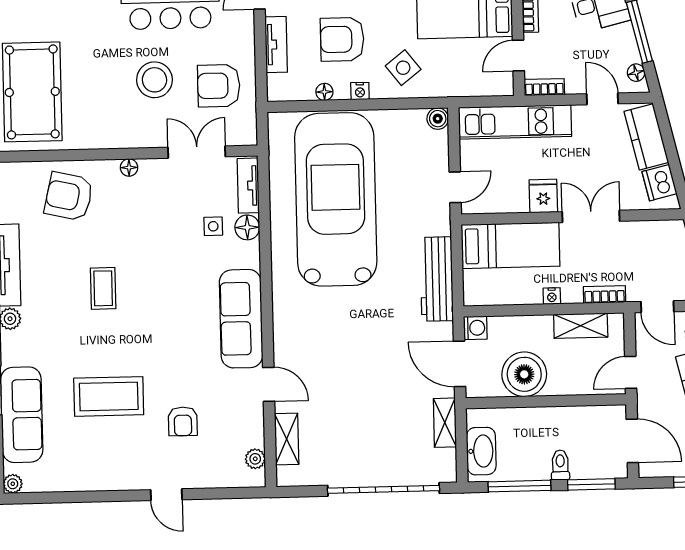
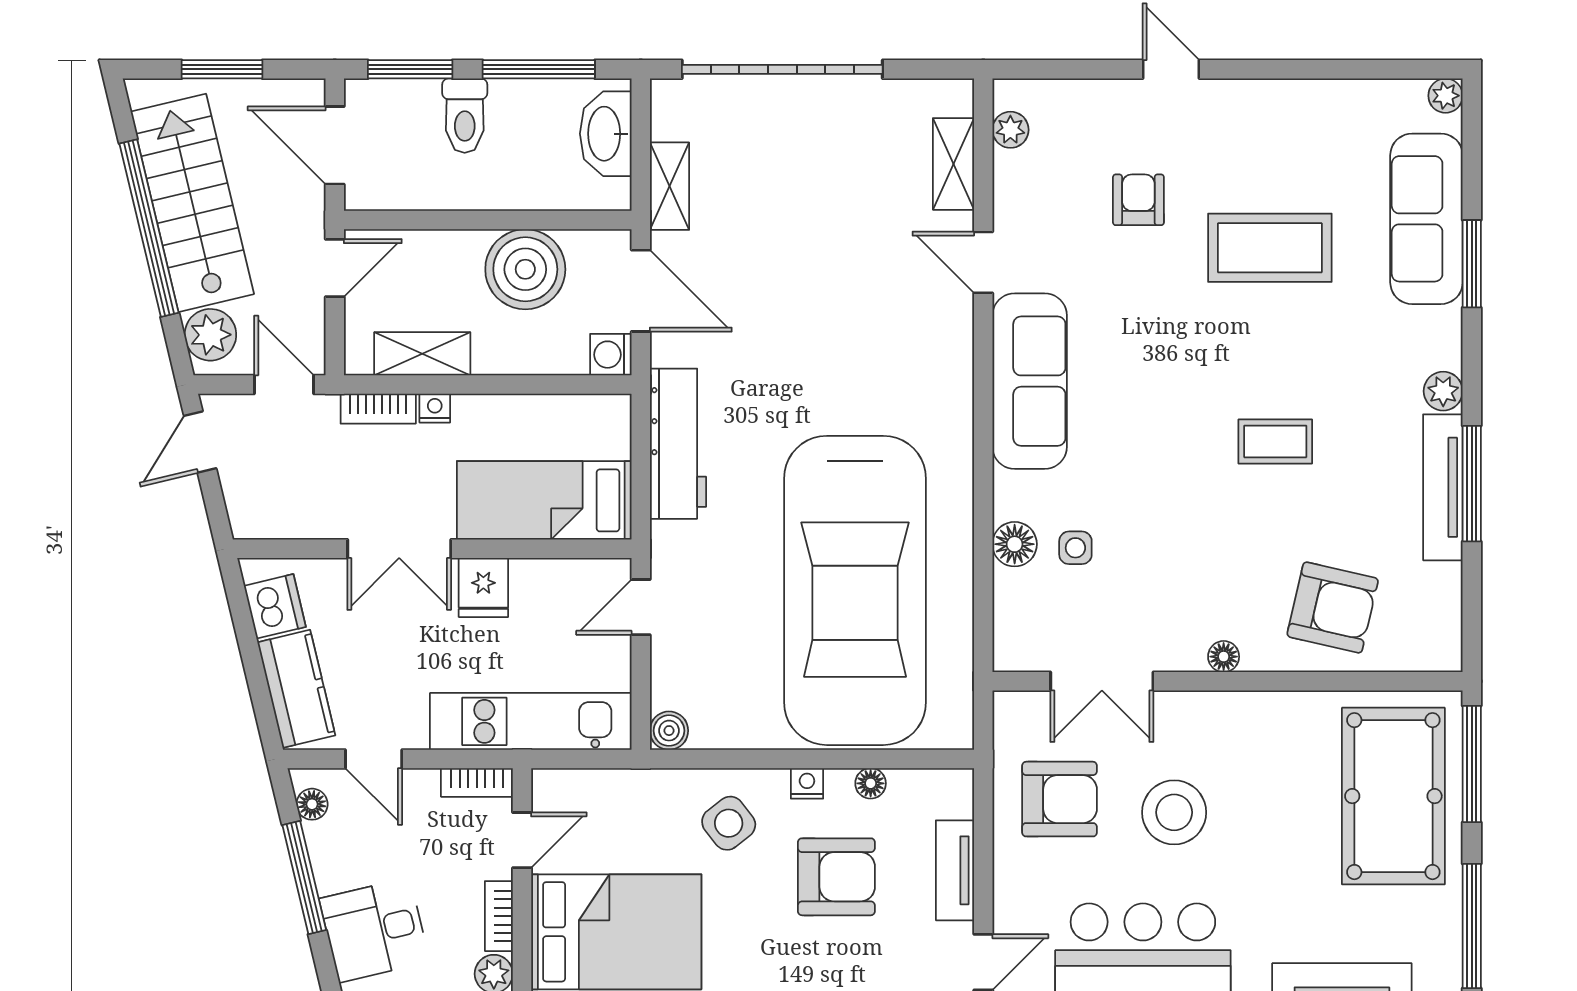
tv unit: (248, 186) -> (1011, 619), removed
coffee table: (103, 288) -> (1275, 441), turned 90
nightstand: (552, 296) -> (435, 408), moved
toilet: (560, 465) -> (465, 116), width x1.37, depth x1.39

